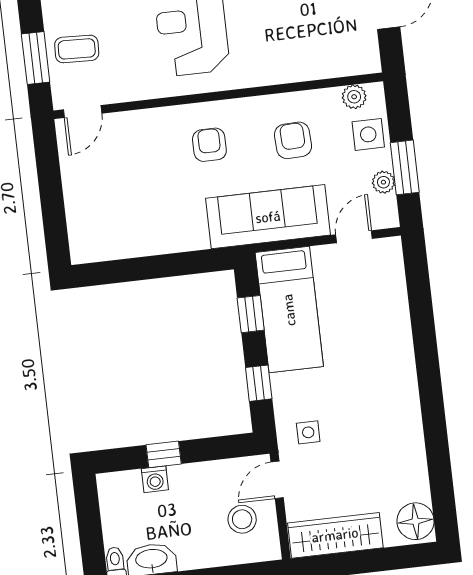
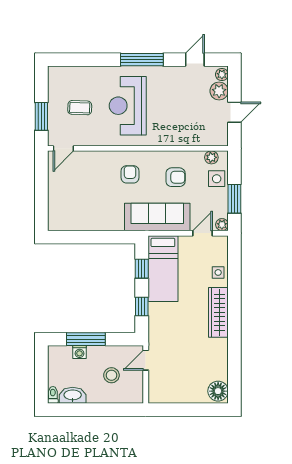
coffee table: (77, 49) -> (80, 108), moved
armchair: (293, 140) -> (176, 177), turned 92
plant: (383, 182) -> (222, 225), moved
side table: (308, 432) -> (218, 272), moved
window: (164, 454) -> (86, 339), width x2.17
stool: (242, 519) -> (111, 375), moved
wardrobe: (335, 535) -> (218, 312), moved, turned -90

